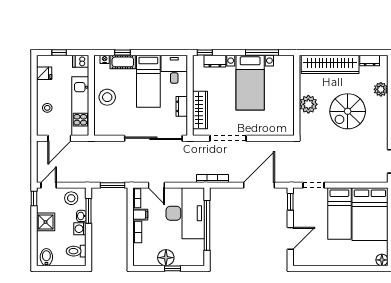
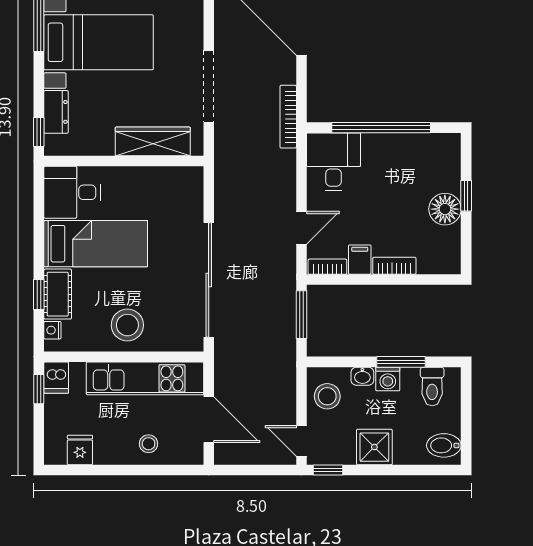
window: (59, 52) -> (39, 389), moved
dresser: (182, 106) -> (146, 177), removed
sliding door: (153, 138) -> (209, 280), moved
window: (89, 211) -> (401, 362), moved
desk: (185, 213) -> (334, 162), width x0.53, depth x0.77

